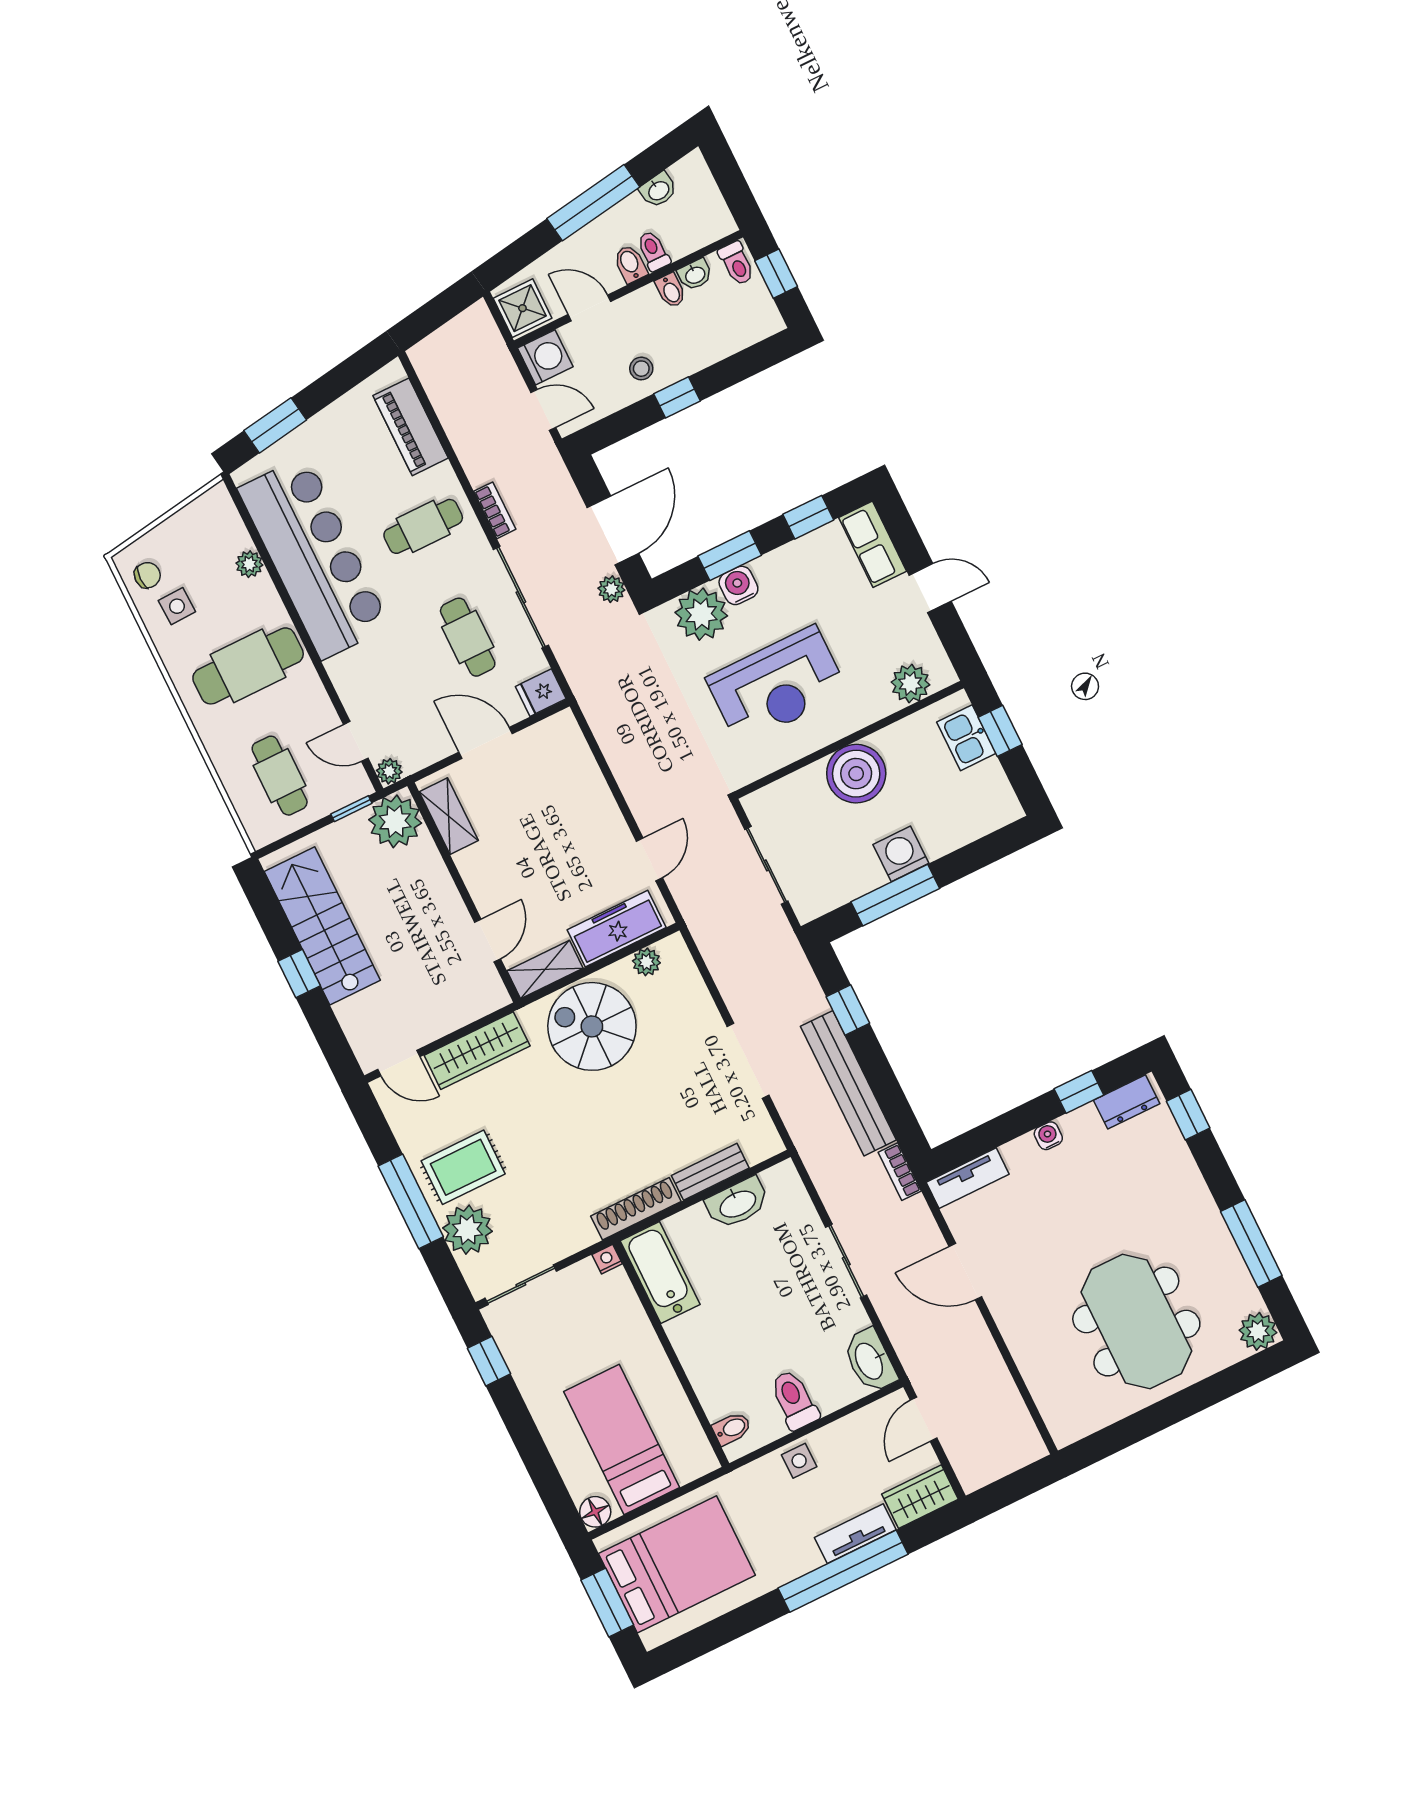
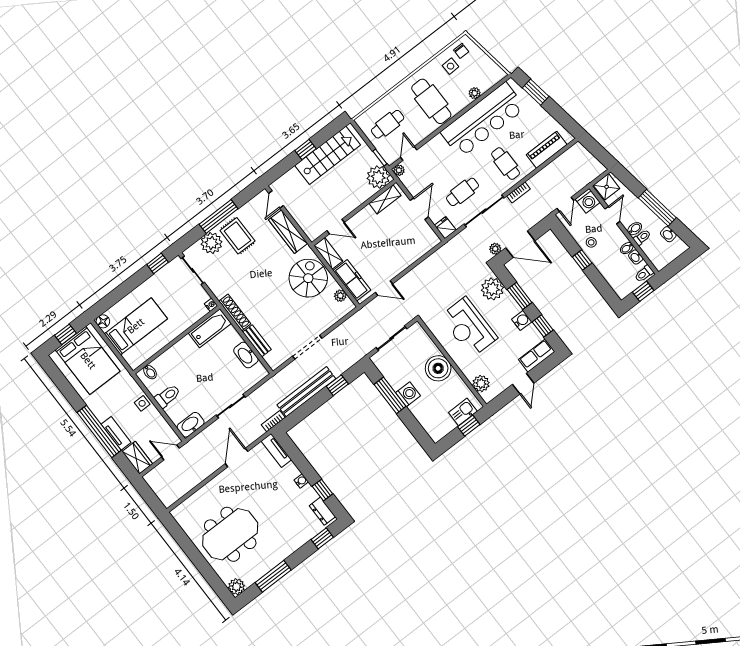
water cooler: (738, 585) -> (522, 320), moved
window: (607, 1603) -> (66, 334), width x0.67

